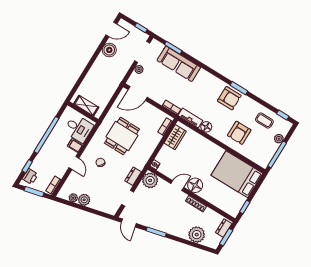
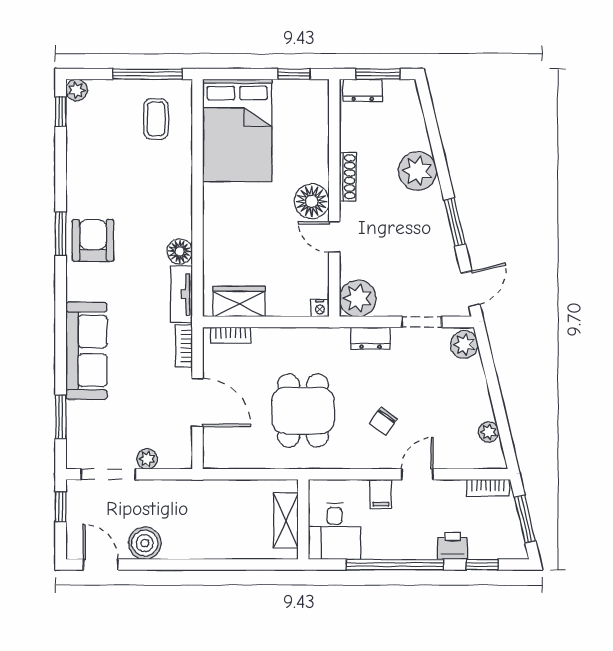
sofa: (179, 64) -> (86, 351), moved
door: (138, 93) -> (197, 402), moved
coffee table: (264, 121) -> (156, 119), moved
desk: (79, 128) -> (335, 531), moved, turned 180
armchair: (239, 133) -> (151, 177), removed
dining table: (122, 136) -> (303, 411), turned 90
plant: (279, 139) -> (77, 90), moved
printer: (30, 177) -> (452, 546), moved
plant: (84, 200) -> (464, 345), moved
plant: (197, 235) -> (417, 171), moved

